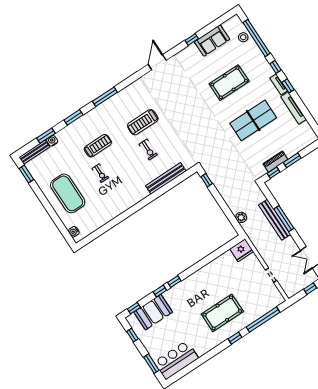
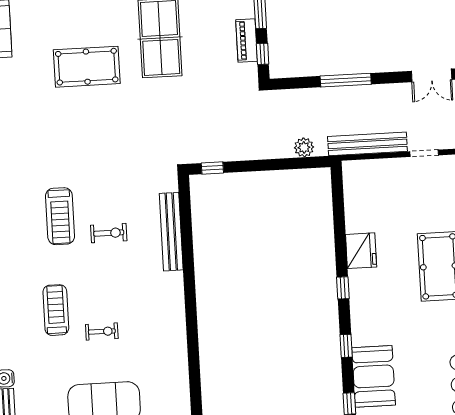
pool table: (229, 83) -> (87, 67), moved, turned 90
bench: (275, 220) -> (367, 144), moved
fridge: (242, 250) -> (361, 251), moved
window: (174, 282) -> (343, 288), moved

